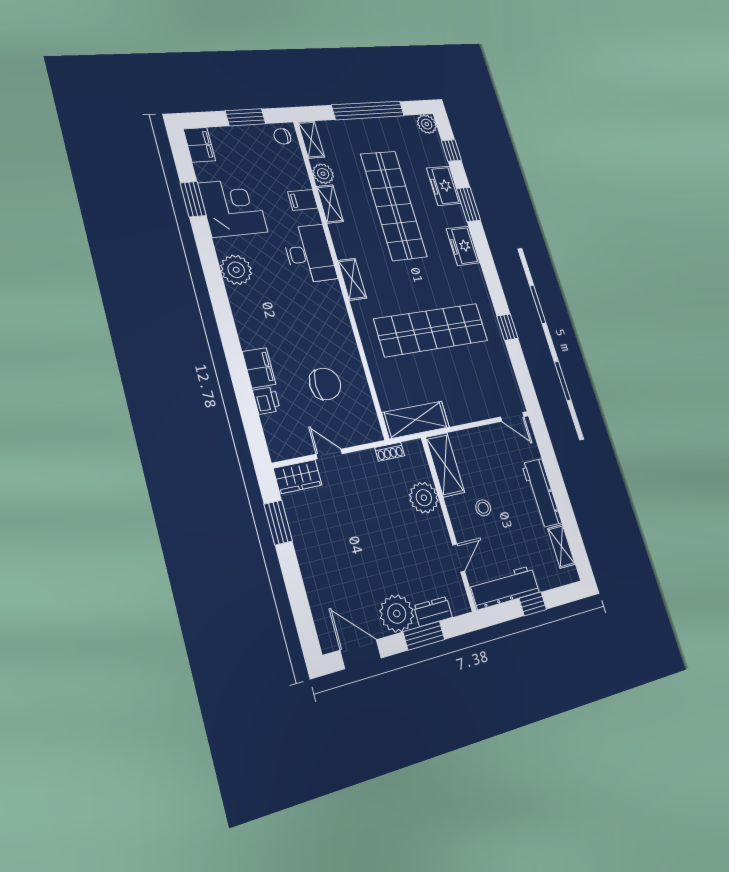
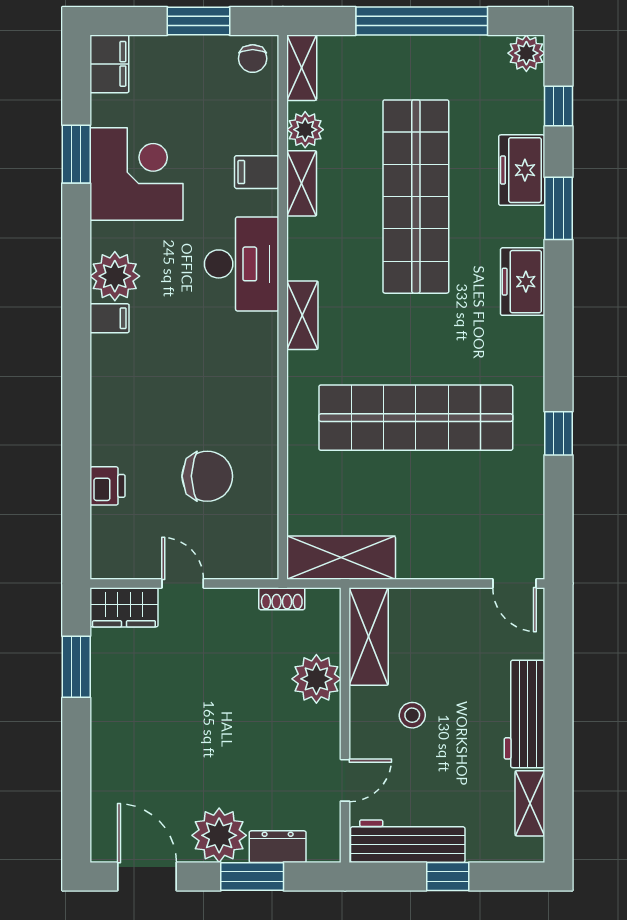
chair: (282, 136) -> (253, 59), turned -90
filing cabinet: (259, 368) -> (110, 318), moved, width x0.50

